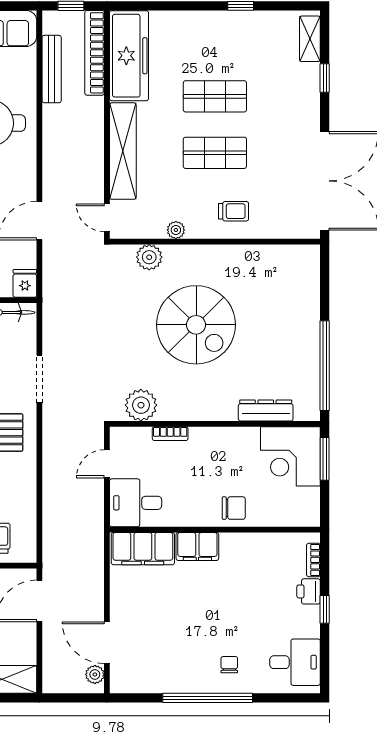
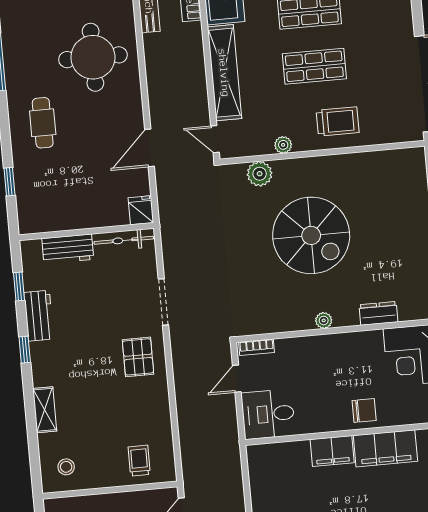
trolley: (234, 211) -> (338, 121), width x1.36, depth x1.39
plant: (141, 405) -> (324, 320), moved, width x0.53, depth x0.53
dresser: (266, 410) -> (379, 313), width x0.70
bookcase: (170, 434) -> (257, 347), moved
filing cabinet: (143, 549) -> (385, 448), moved

